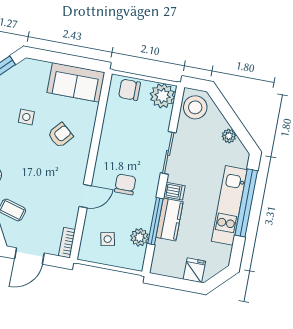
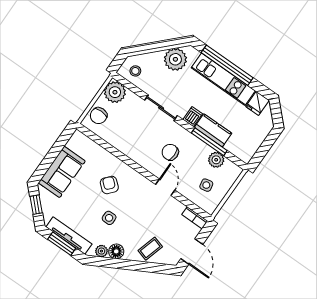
sofa: (76, 82) -> (62, 172), moved
stool: (195, 107) -> (135, 71), width x0.53, depth x0.53
side table: (26, 117) -> (109, 218), moved
plant: (229, 136) -> (175, 59), width x1.88, depth x1.88
fridge: (194, 270) -> (257, 103), moved, turned -90

